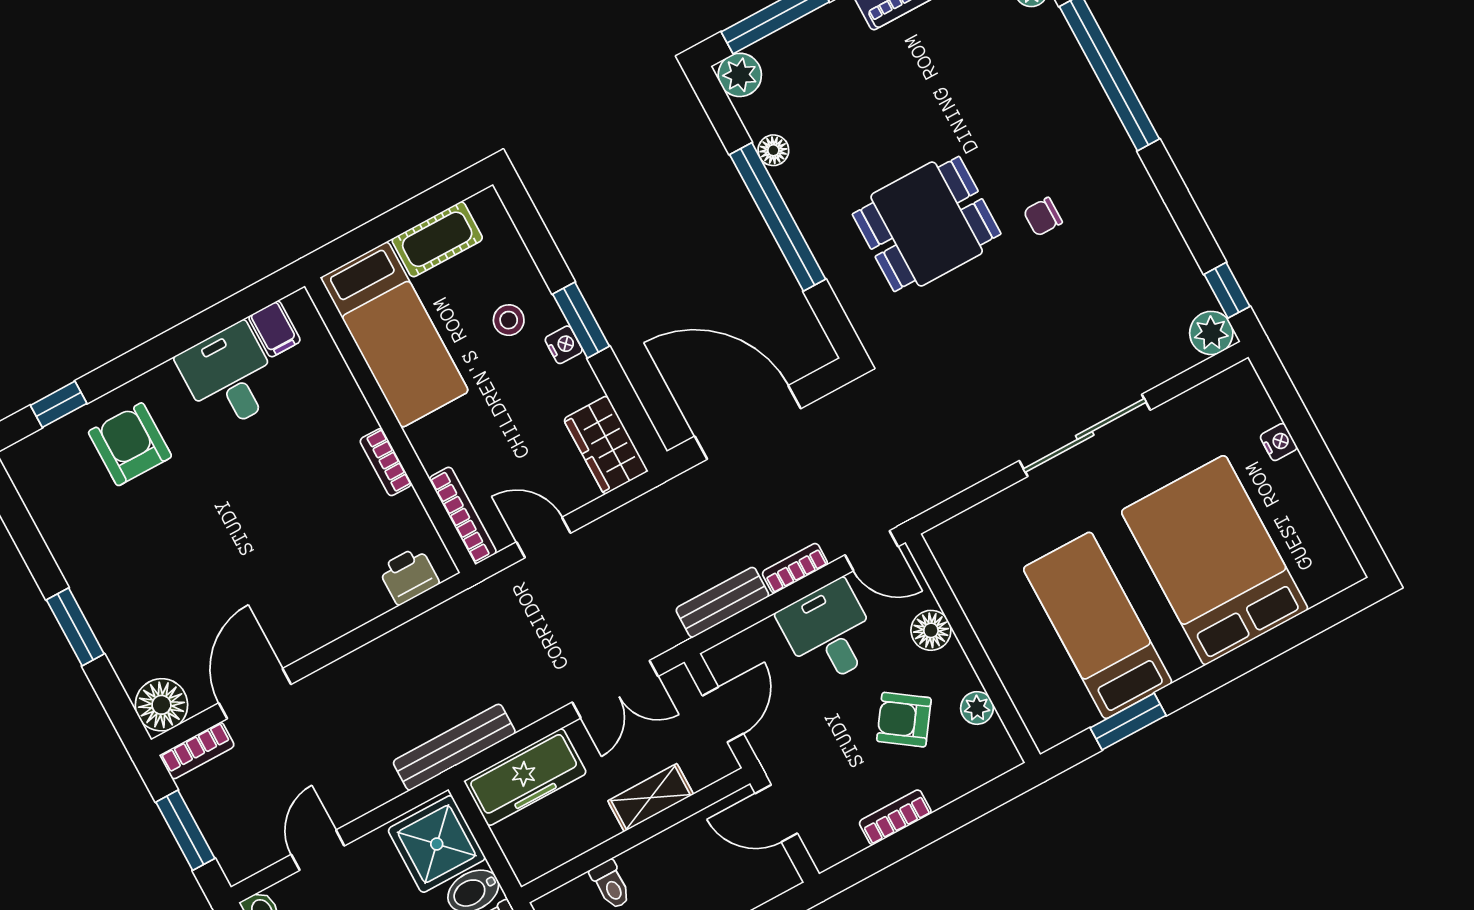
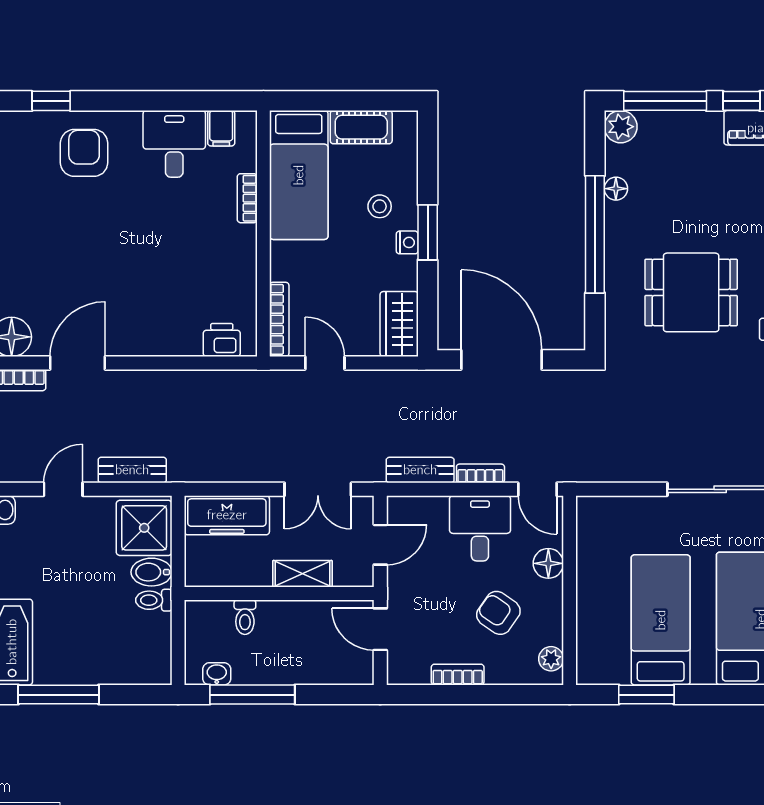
bookcase: (386, 462) -> (247, 198), moved
plant: (977, 708) -> (551, 659), moved
bench: (454, 747) -> (132, 470), moved, width x0.73

